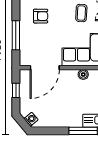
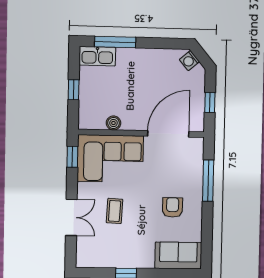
armchair: (41, 16) -> (173, 207), turned 90

